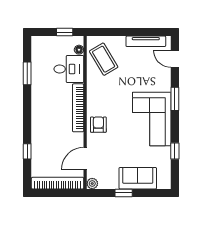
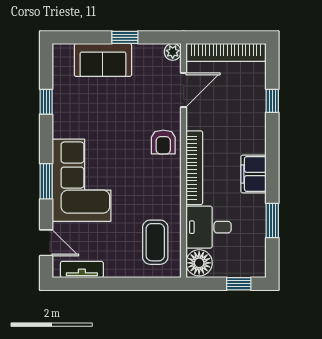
window: (65, 32) -> (239, 284), moved
tv unit: (146, 41) -> (82, 269), width x0.71
floor lamp: (79, 50) -> (199, 263), width x1.89, depth x1.89
coffee table: (104, 59) -> (155, 242), turned 31
filing cabinet: (39, 104) -> (254, 174), added
corner sofa: (152, 119) -> (82, 180), moved

